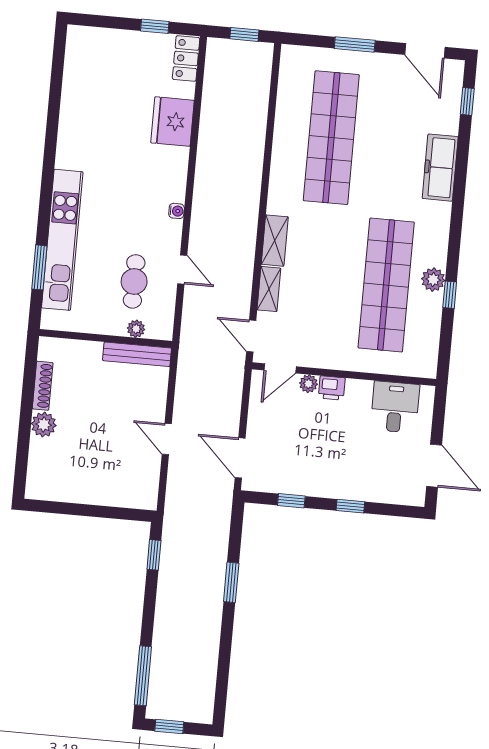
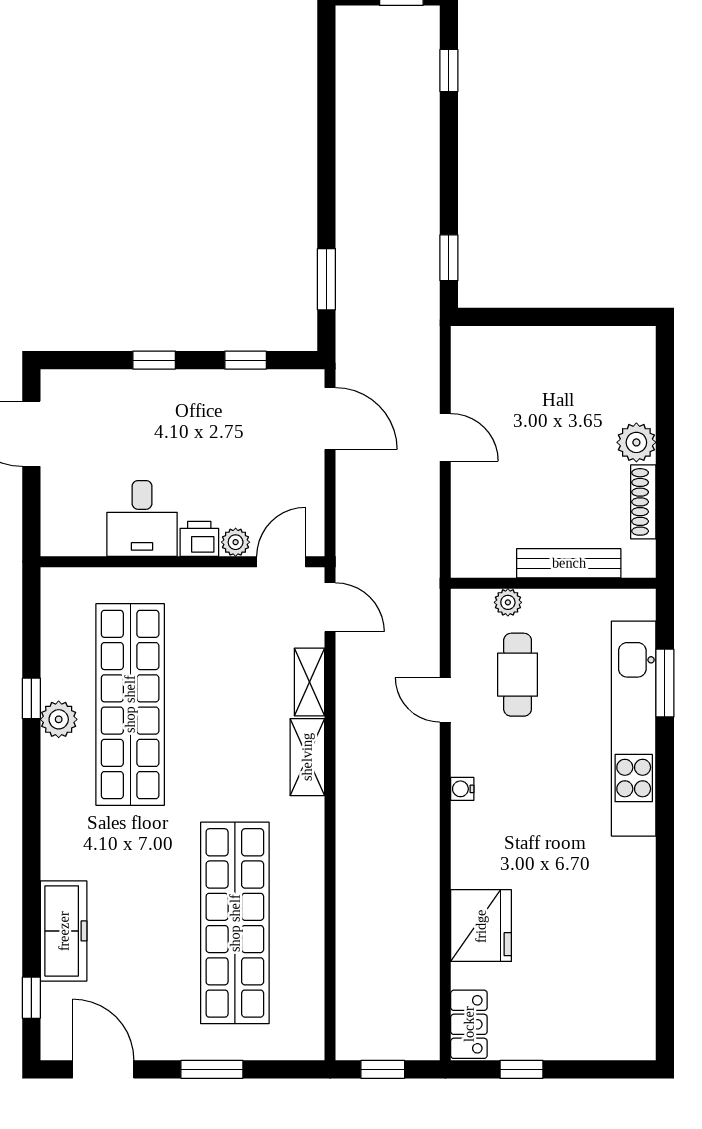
freezer: (440, 168) -> (64, 931), moved
bench: (137, 354) -> (569, 563), moved
desk: (395, 407) -> (142, 518), moved
window: (231, 582) -> (326, 279), moved
window: (143, 676) -> (449, 71), width x0.46

